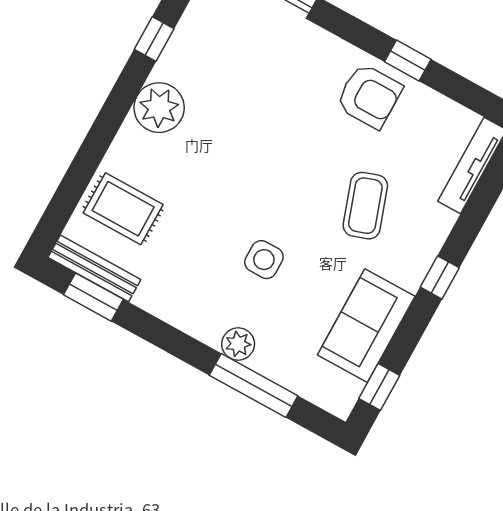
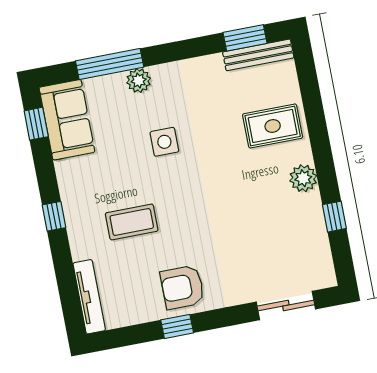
plant: (159, 108) -> (303, 178), width x0.73, depth x0.73
coffee table: (365, 206) -> (132, 222), turned -71
rug: (123, 209) -> (273, 126), moved
sofa: (366, 326) -> (67, 120), moved

